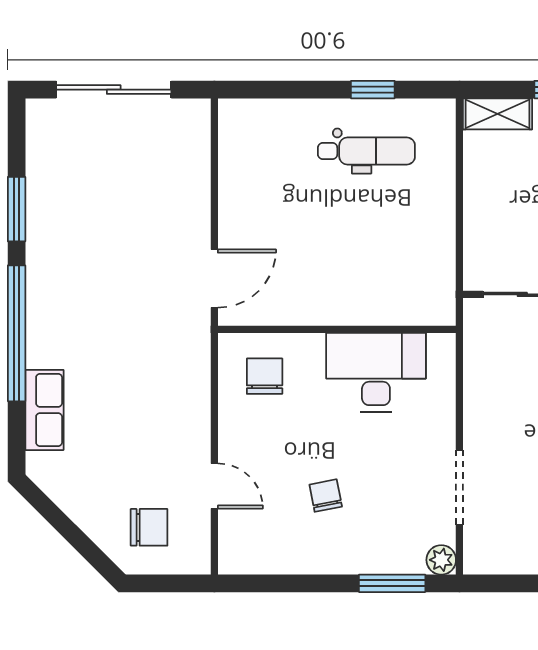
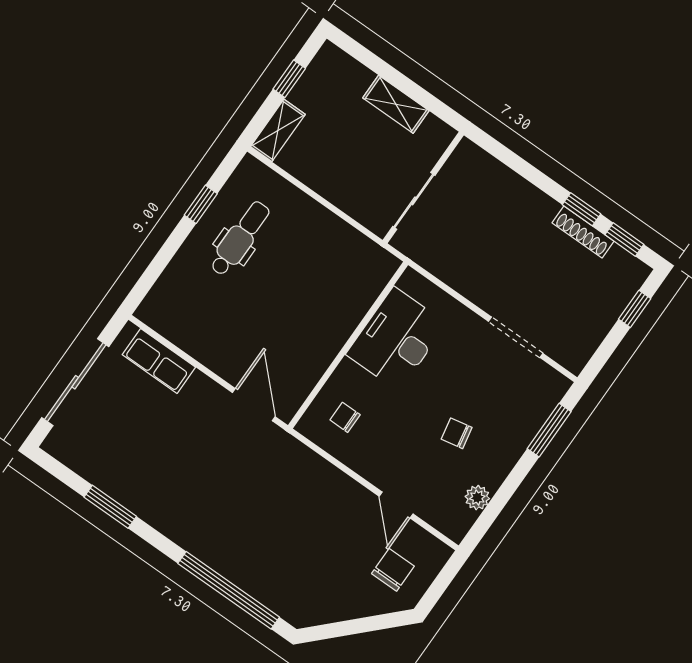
window: (17, 333) -> (229, 590), moved
chair: (265, 376) -> (345, 417), width x0.73, depth x0.73
row of seats: (44, 410) -> (159, 361), moved, turned 180
door: (214, 486) -> (396, 505), swing flipped
plant: (441, 560) -> (477, 498), moved

